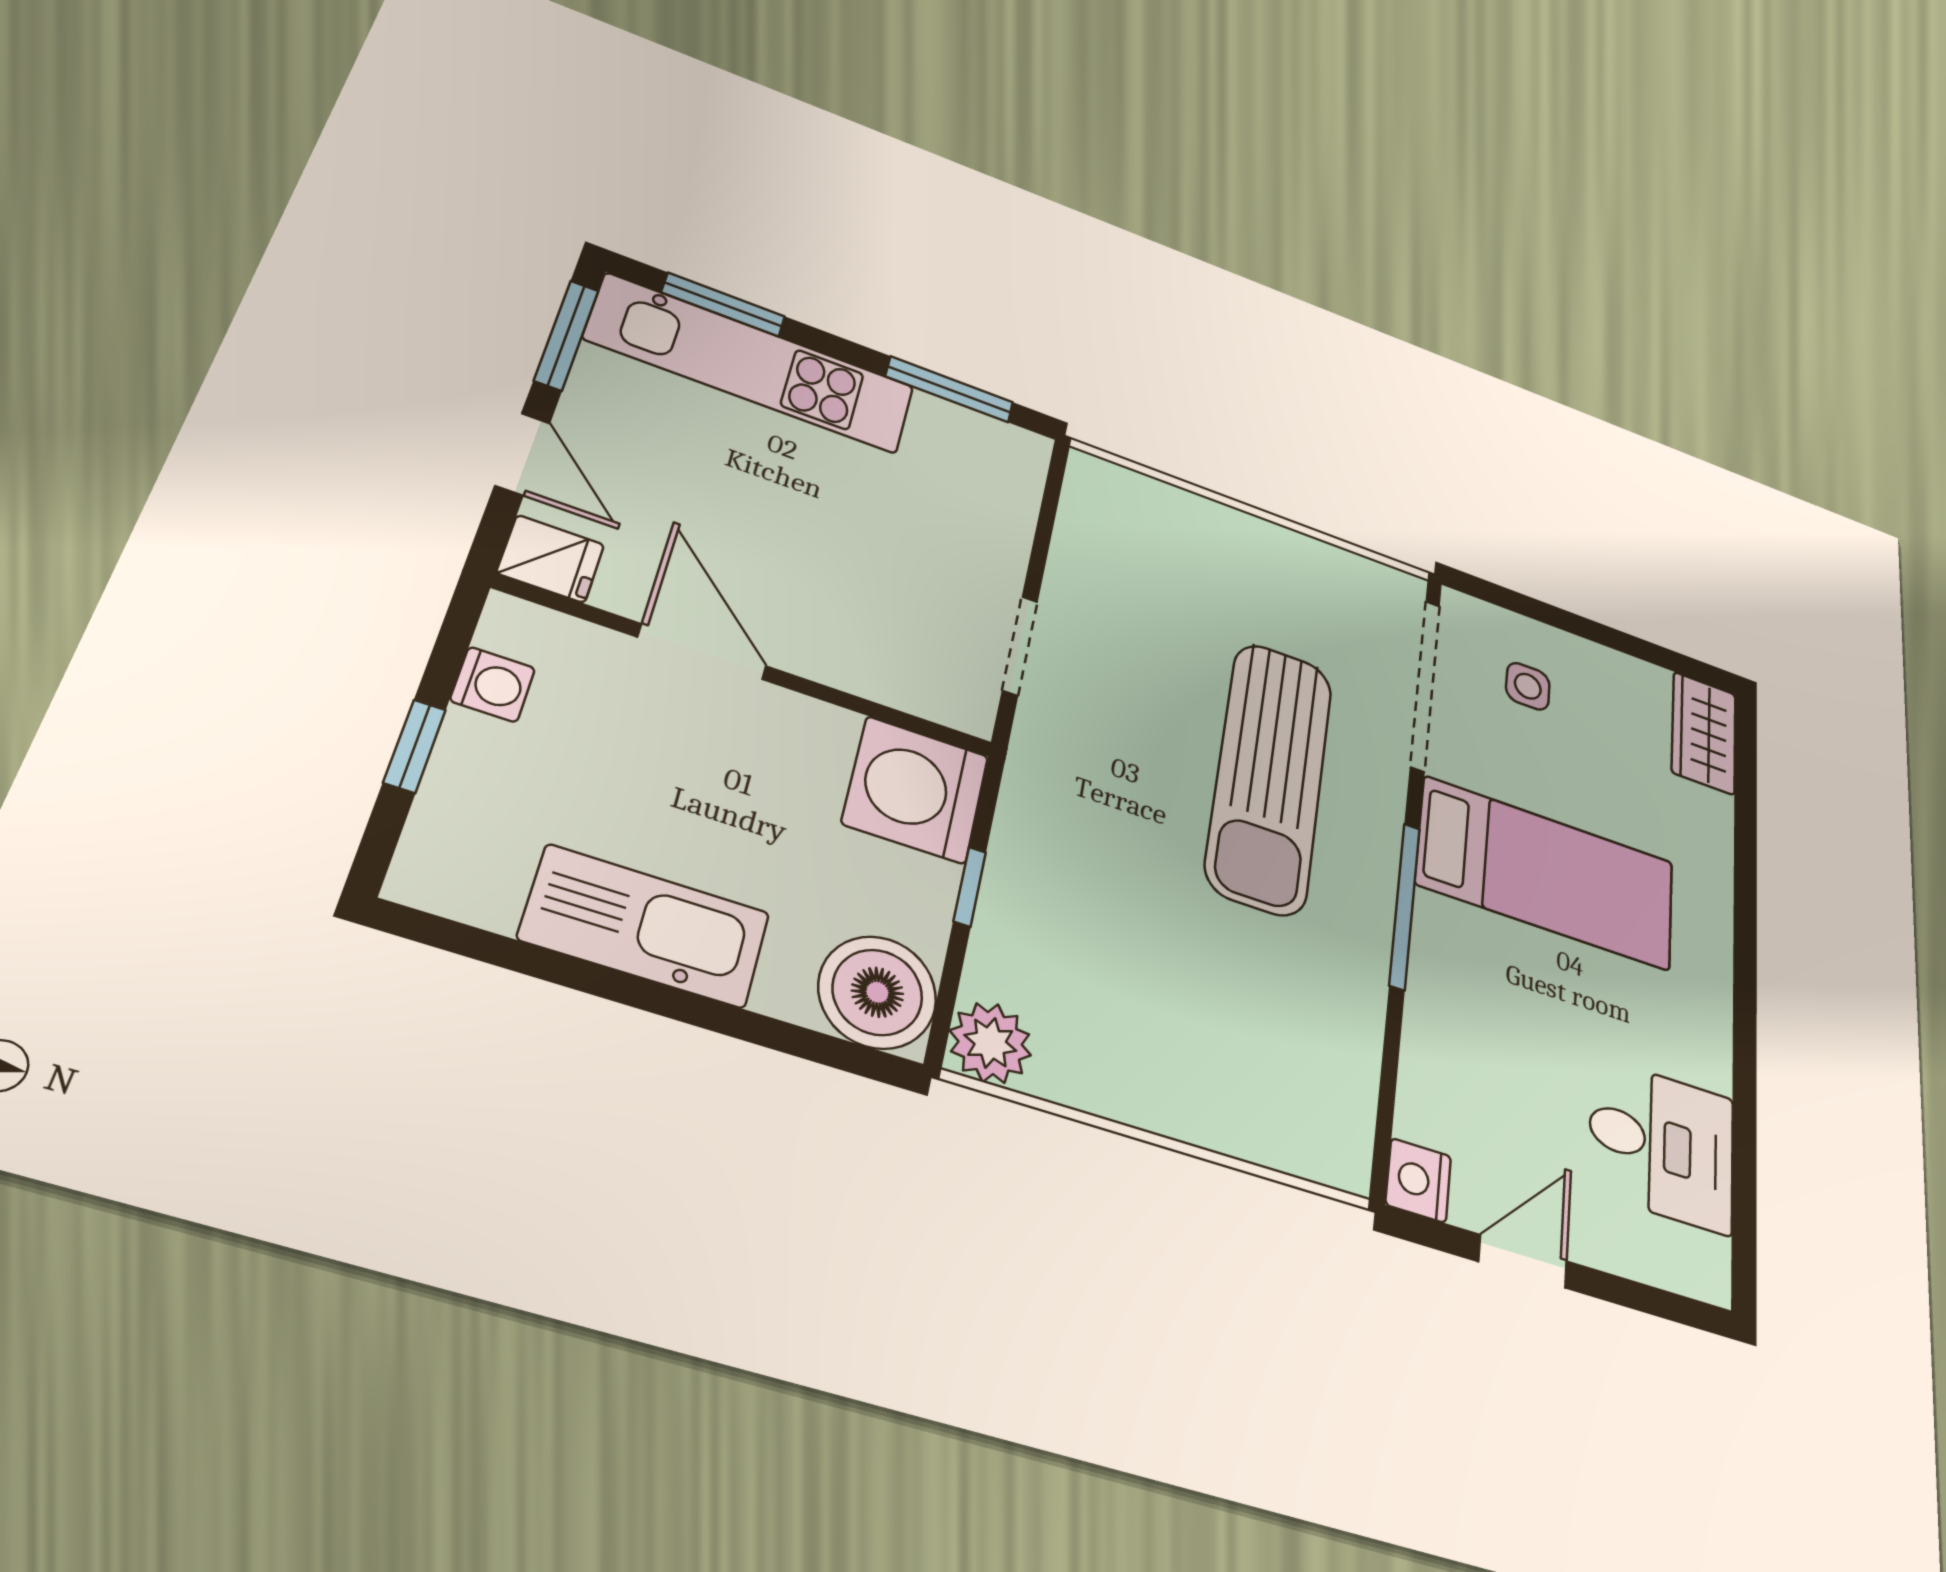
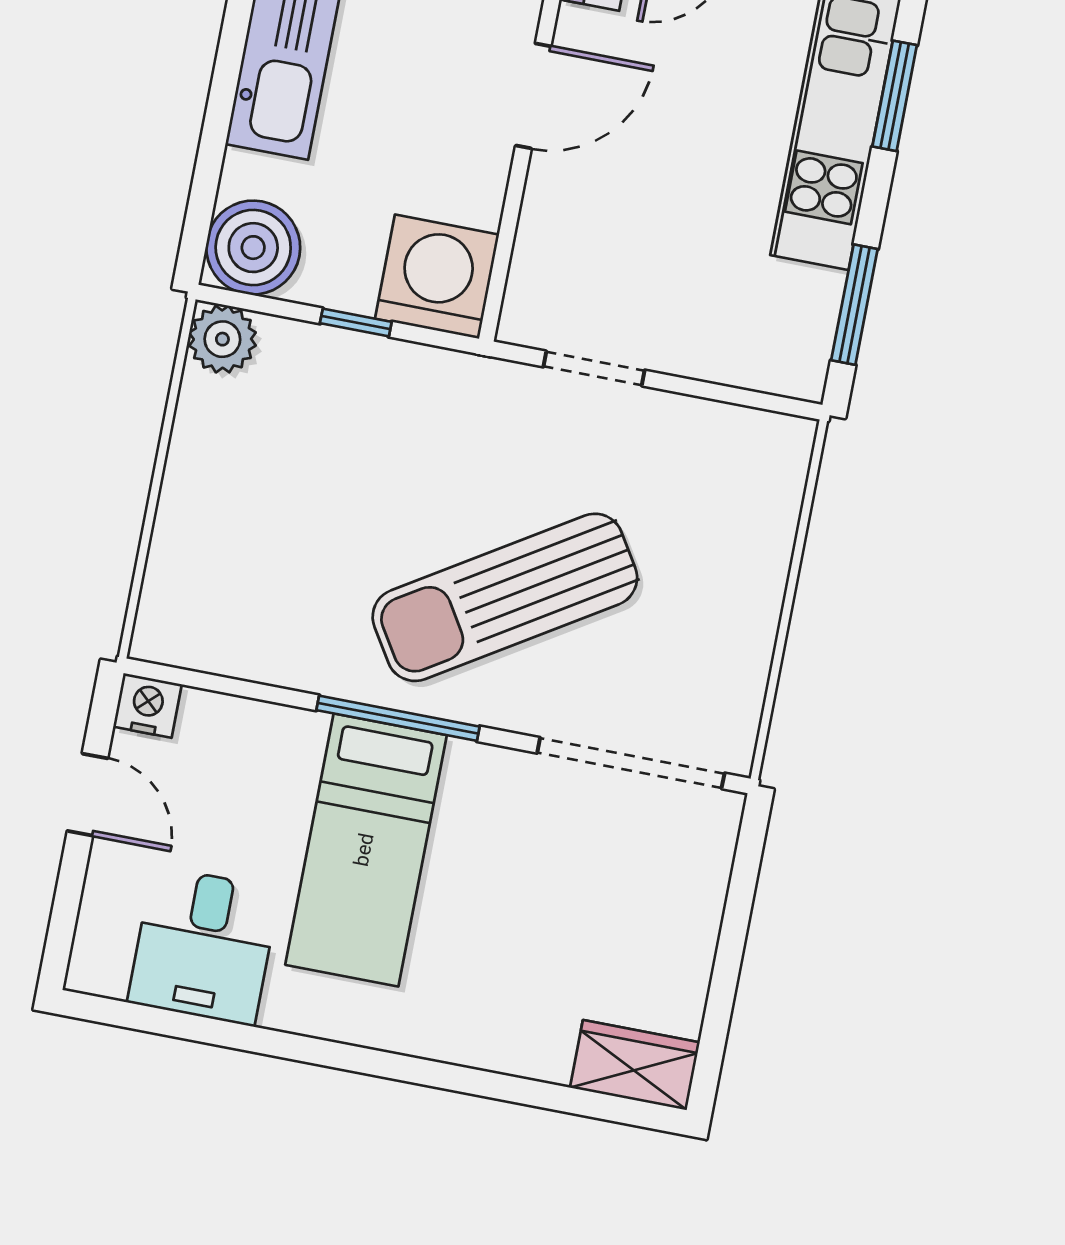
side table: (1528, 686) -> (651, 874), removed
sun lounger: (1270, 777) -> (505, 597), turned -32
bed: (1547, 873) -> (366, 850), moved

